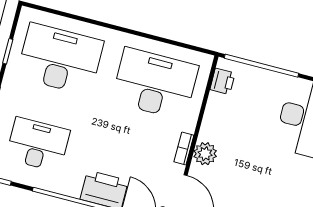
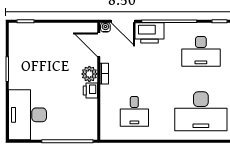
printer: (223, 81) -> (90, 91), moved
desk: (155, 84) -> (134, 111), width x0.53, depth x0.77

